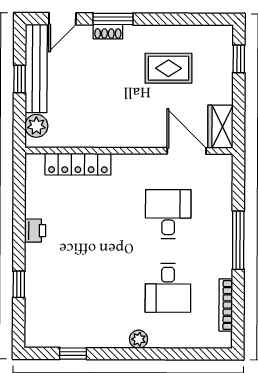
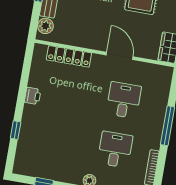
door: (187, 151) -> (120, 56), moved
desk: (168, 288) -> (115, 150), turned 180

